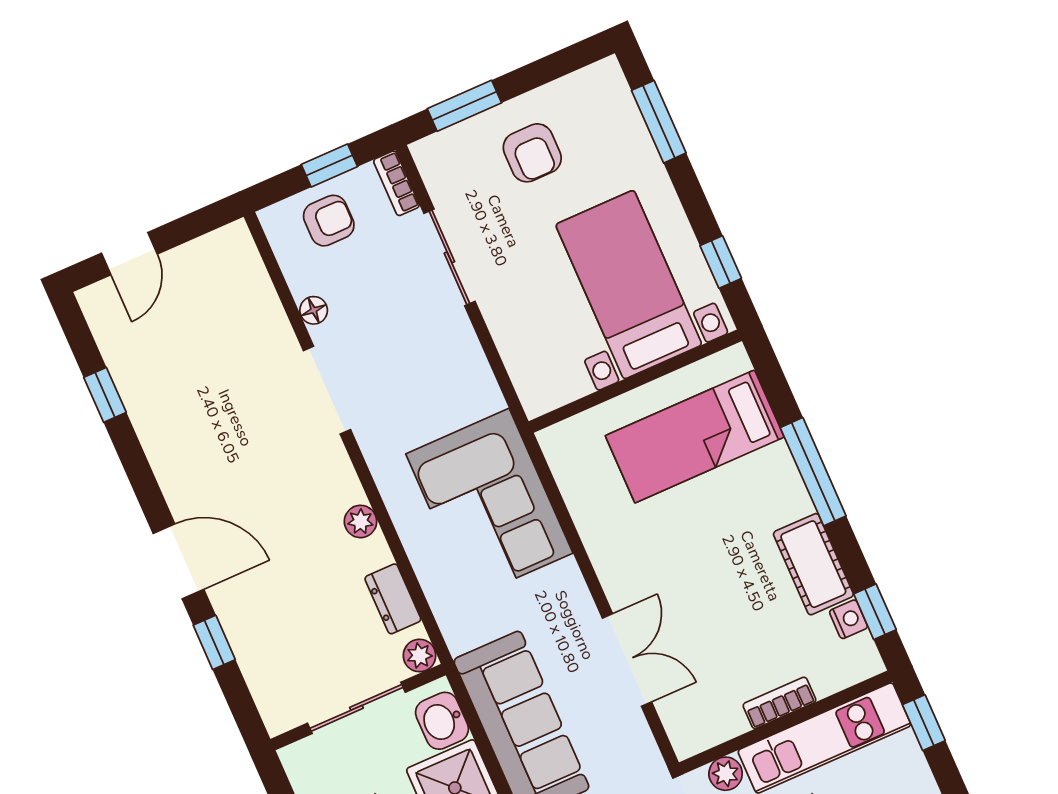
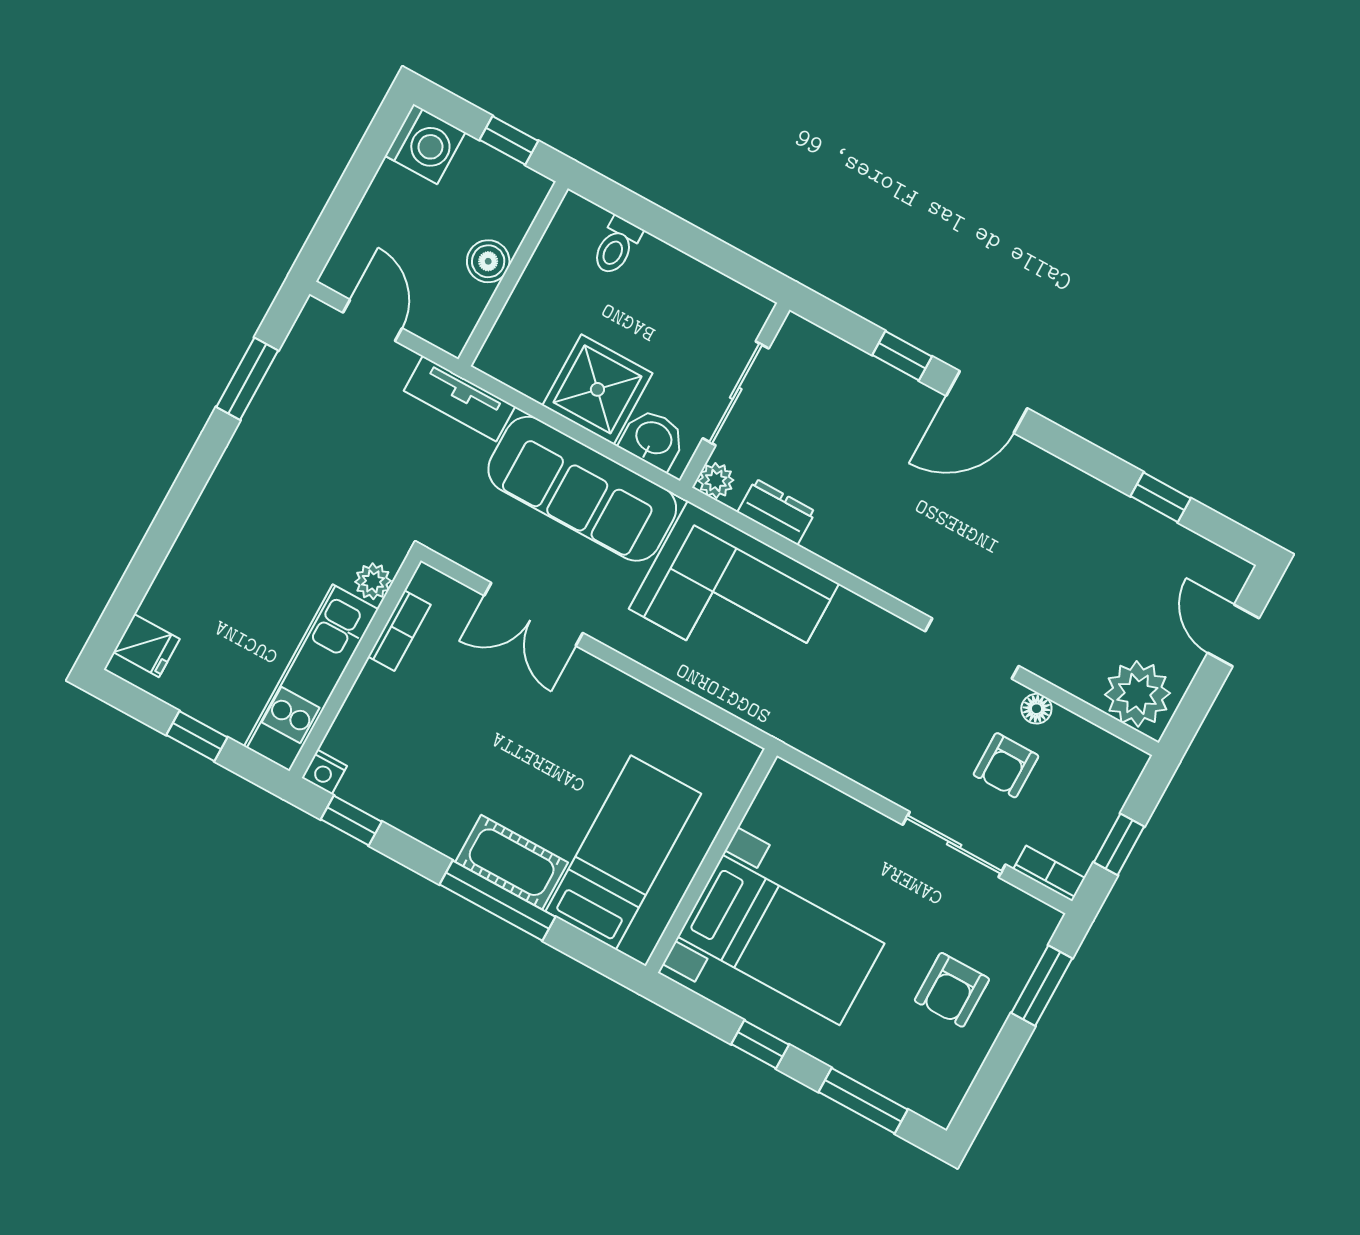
armchair: (532, 153) -> (952, 990), turned -90
armchair: (329, 221) -> (1006, 765), moved
window: (721, 262) -> (760, 1044), moved
corner sofa: (489, 503) -> (734, 596), moved, turned 180
plant: (361, 521) -> (1137, 694), moved, width x1.88, depth x1.88
cot: (813, 564) -> (512, 862), moved
nightstand: (848, 619) -> (324, 772), moved
bookcase: (779, 703) -> (399, 631), moved
window: (924, 723) -> (197, 736), moved

